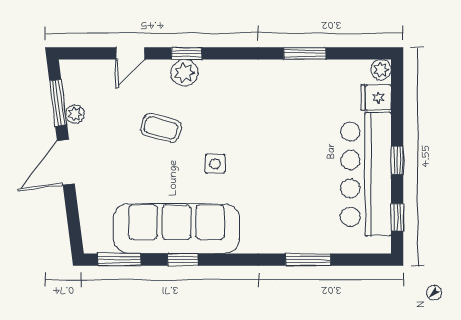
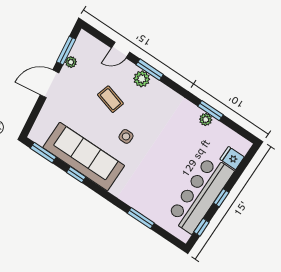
window: (187, 53) -> (150, 70), width x1.50
plant: (381, 70) -> (206, 119), moved

